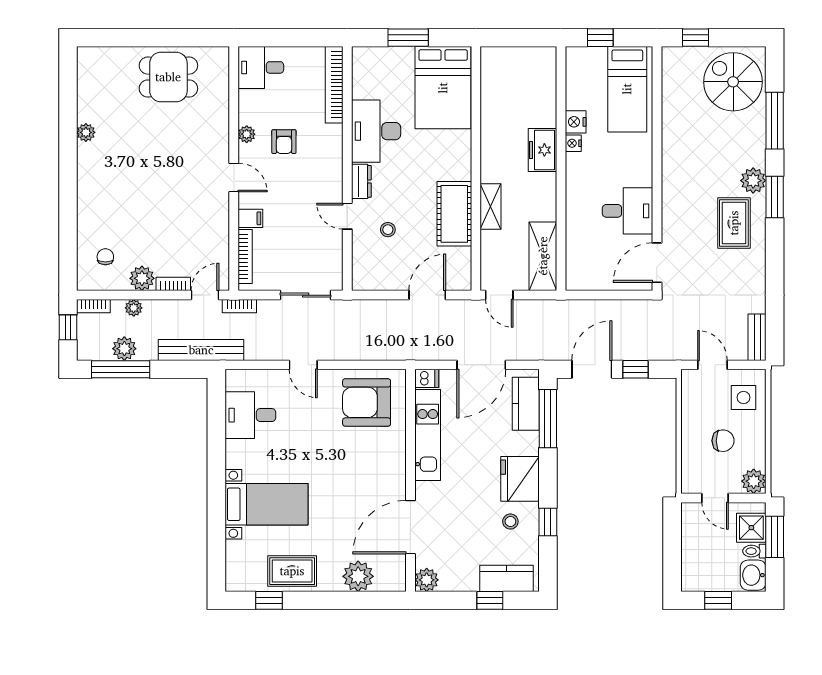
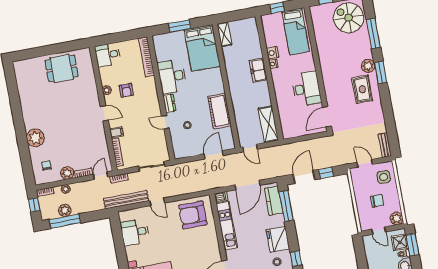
plant: (86, 132) -> (35, 138), moved, width x1.88, depth x1.88
shelving: (491, 206) -> (224, 34), moved
desk: (627, 211) -> (306, 89), width x1.37
bench: (201, 350) -> (126, 200), moved

